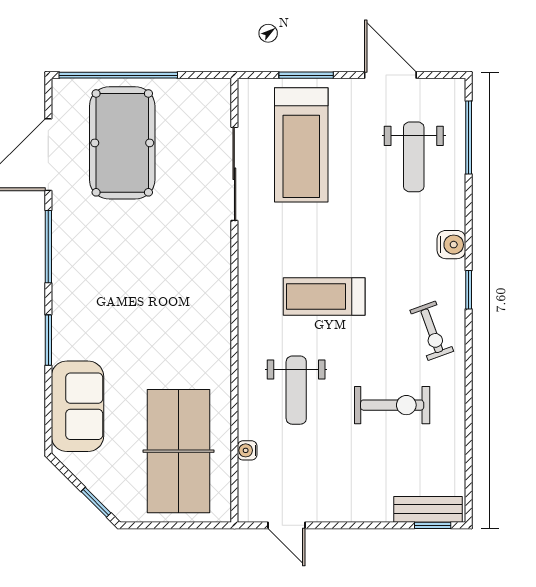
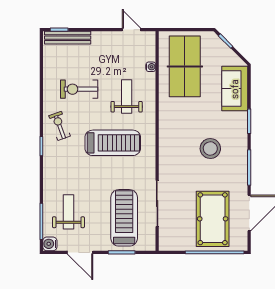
water cooler: (451, 245) -> (50, 244), moved
stool: (127, 285) -> (210, 149), added
treadmill: (324, 297) -> (113, 143), width x1.37, depth x1.38
bench: (428, 509) -> (68, 38), width x1.36

